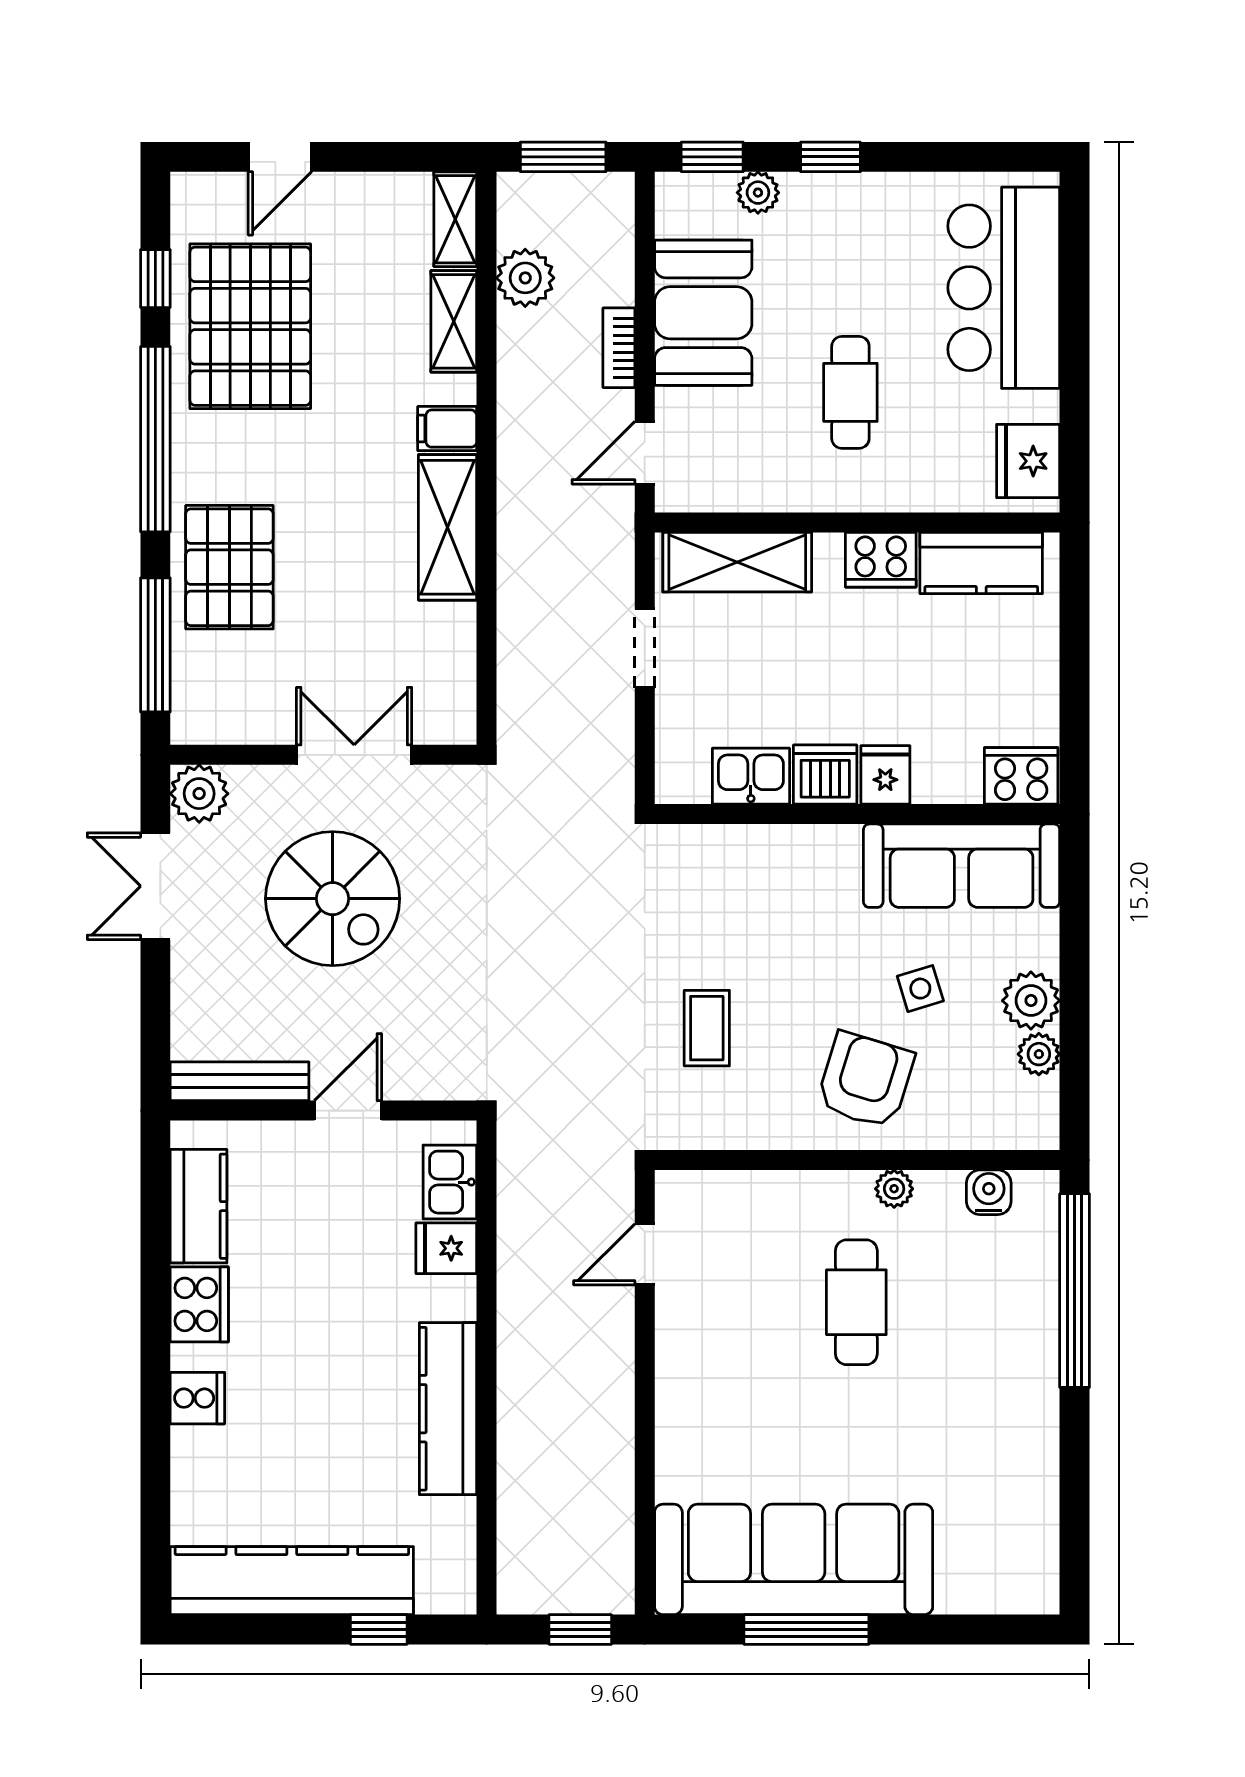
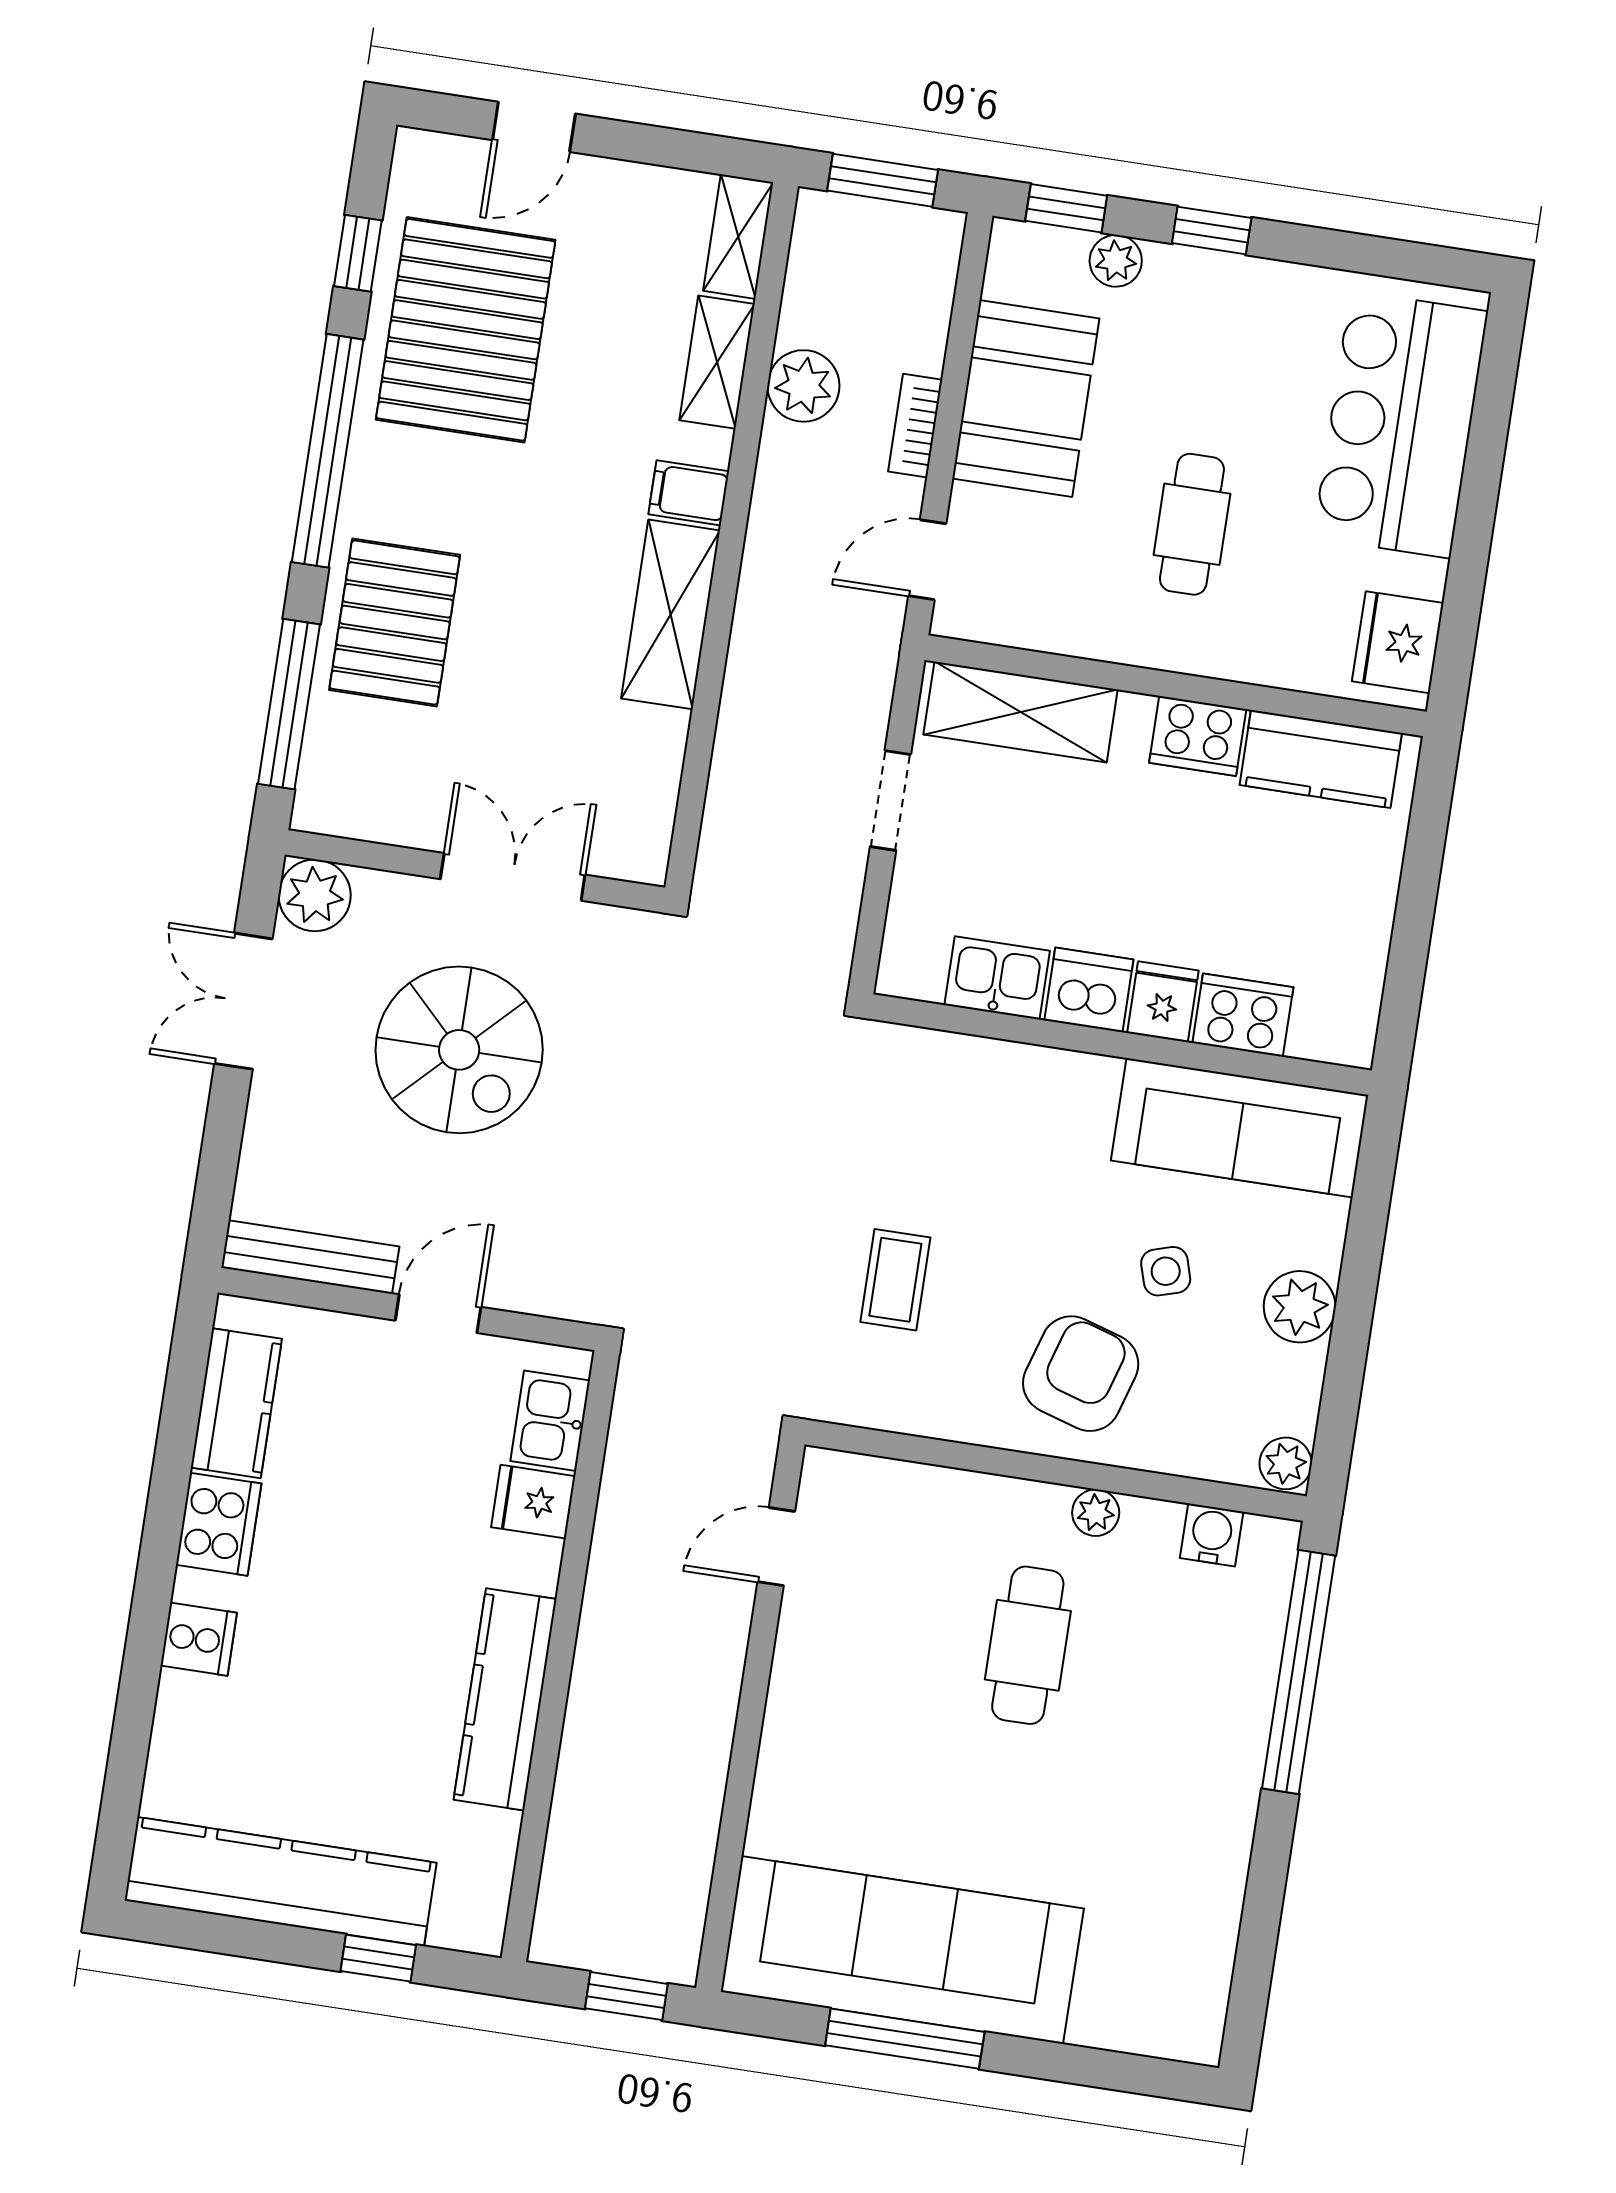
plant: (525, 278) -> (803, 386), moved
cooker: (1021, 776) -> (1243, 1015), moved
plant: (1039, 1054) -> (1286, 1463), moved

